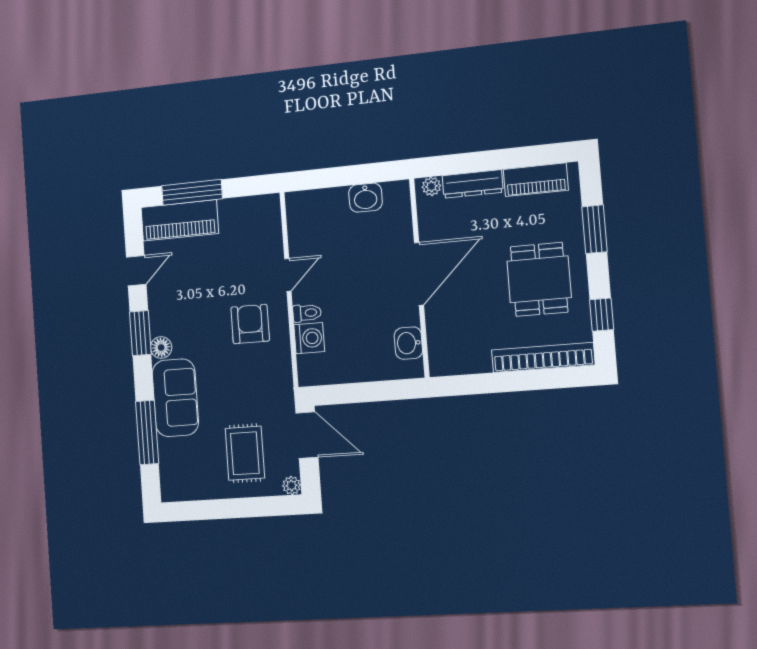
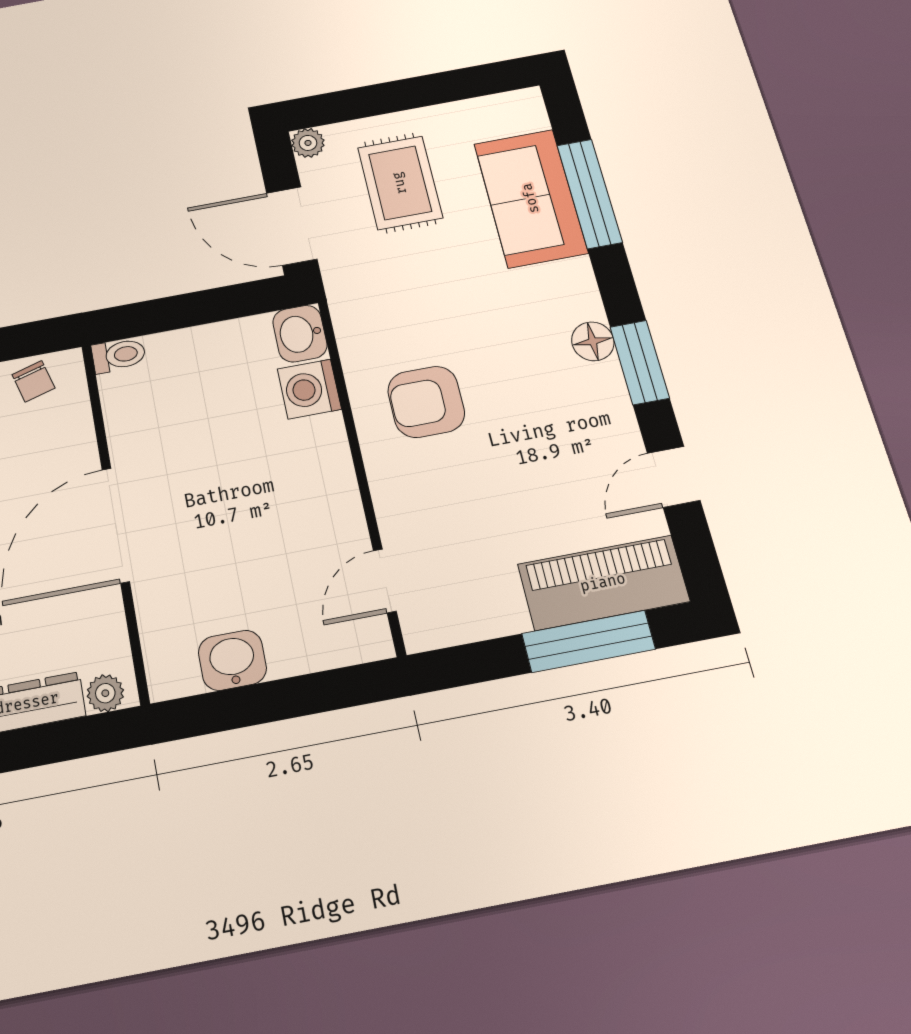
door: (288, 275) -> (385, 581), moved
toilet: (307, 313) -> (119, 355), moved, turned 180
armchair: (250, 324) -> (426, 402), turned 90
washbasin: (408, 343) -> (300, 334), moved, turned 180
chair: (458, 360) -> (34, 381), added
sofa: (175, 398) -> (531, 198), moved

